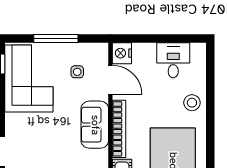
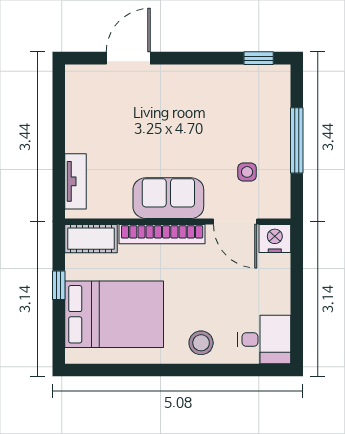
desk: (173, 60) -> (264, 340), moved
corner sofa: (29, 79) -> (237, 100), removed
door: (110, 80) -> (235, 221), hinge flipped

